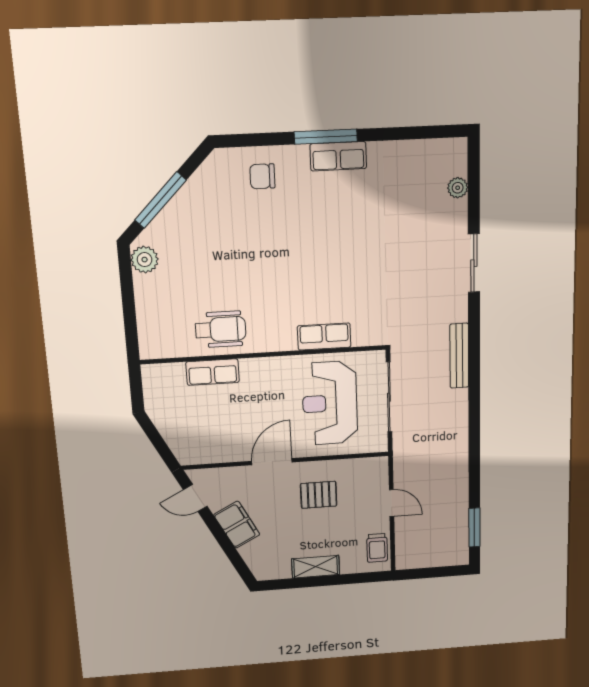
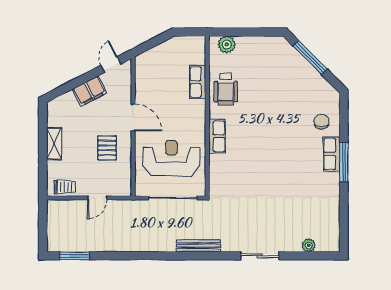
row of seats: (338, 156) -> (332, 154), moved
plant: (145, 260) -> (227, 44), moved
row of seats: (324, 336) -> (217, 136), moved
trolley: (377, 548) -> (65, 187), turned 180

